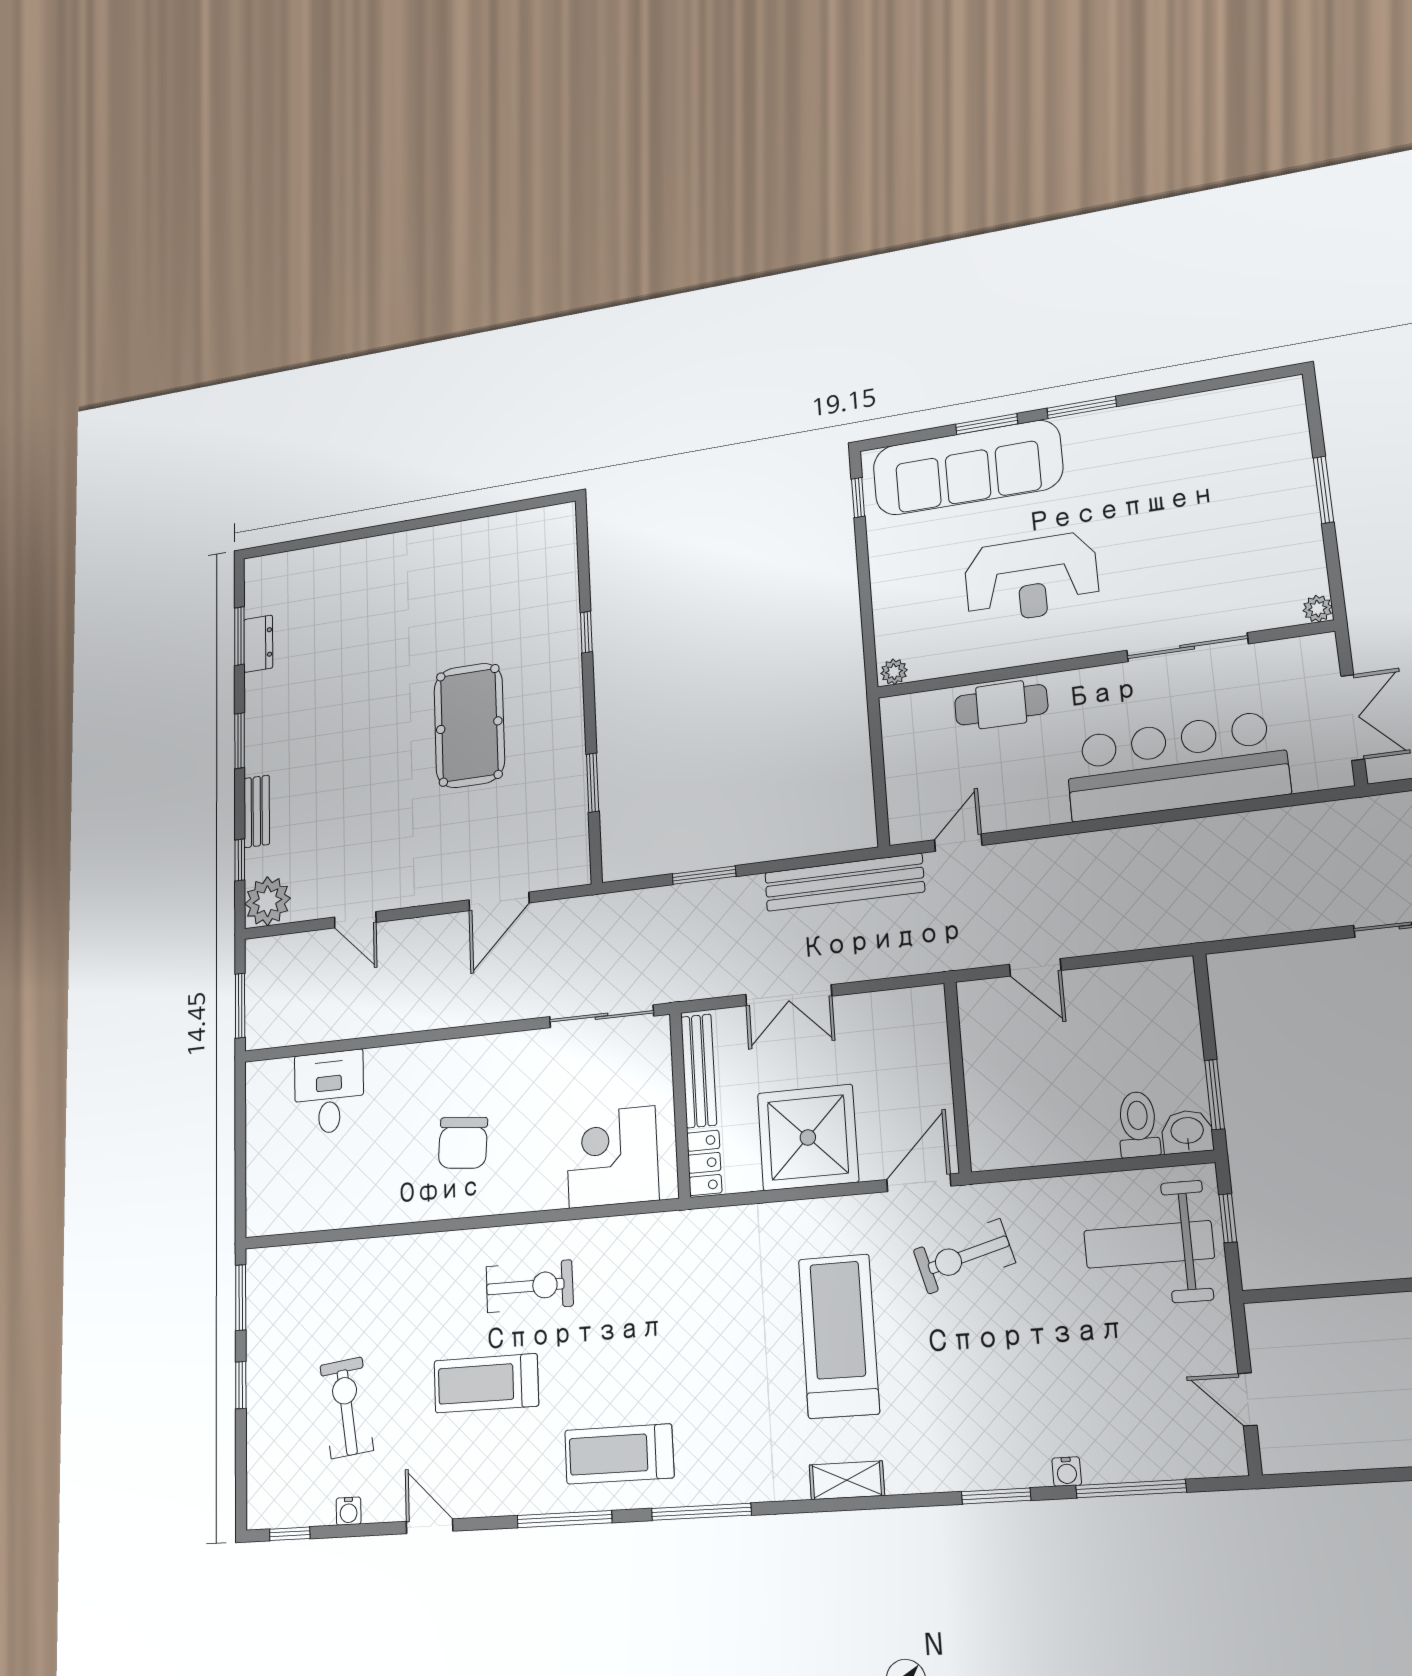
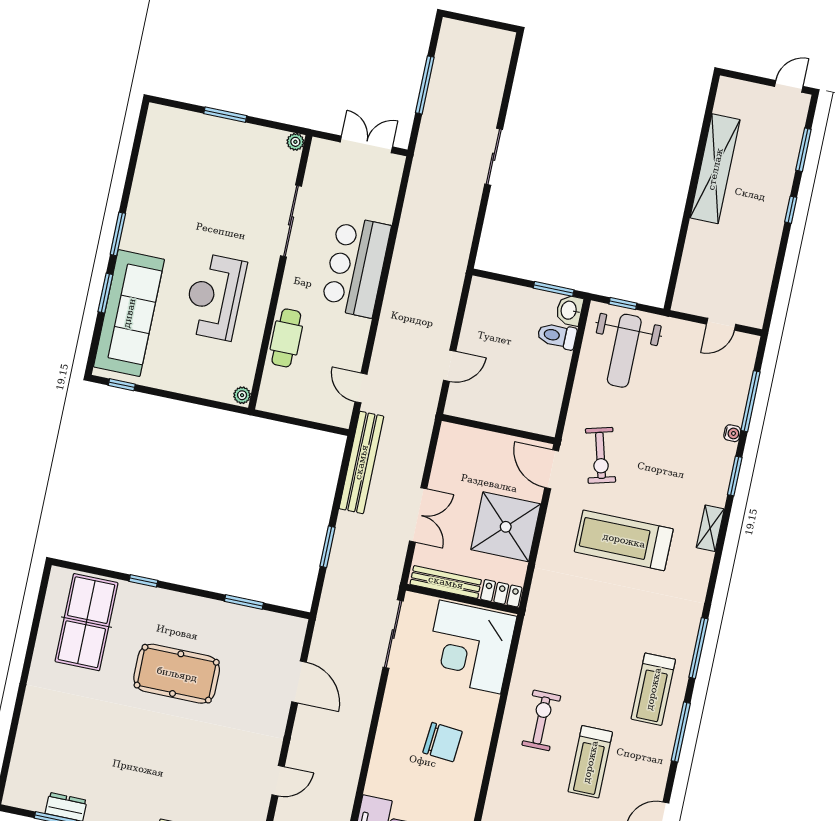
table tennis table: (510, 577) -> (86, 622), added
reception desk: (1031, 578) -> (215, 297), turned 180
bar counter: (1176, 766) -> (356, 267), width x0.73
corner desk: (612, 1157) -> (470, 647), width x1.36, depth x1.36
shelving: (847, 1480) -> (710, 528), moved

